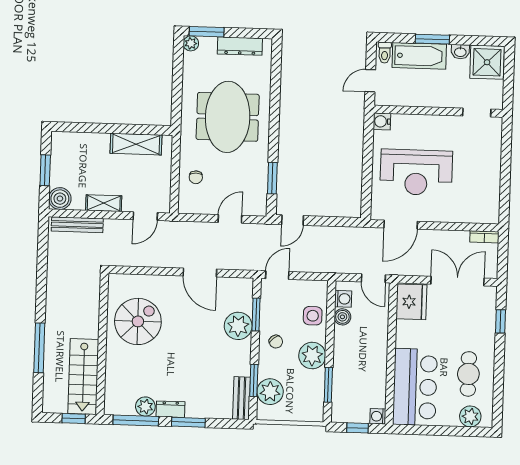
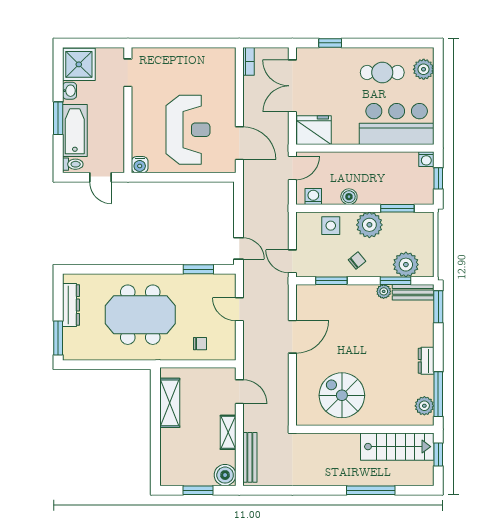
plant: (191, 43) -> (70, 353), removed
boiler: (342, 317) -> (349, 197), moved
plant: (238, 326) -> (384, 291), moved, width x0.53, depth x0.53
plant: (145, 407) -> (424, 406), moved
window: (188, 422) -> (438, 307), moved

